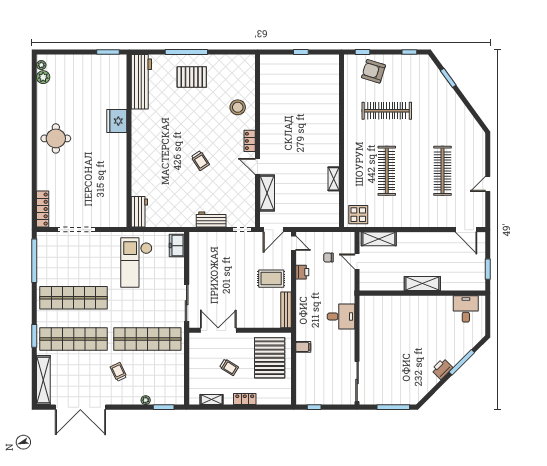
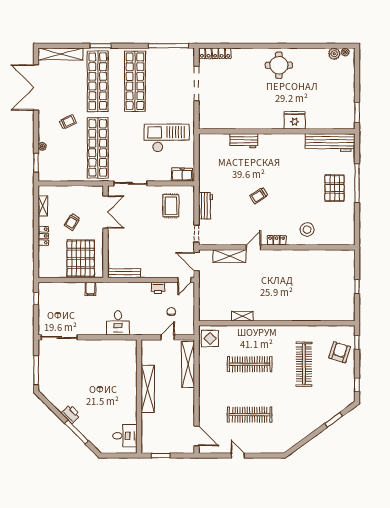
workbench: (139, 212) -> (244, 141), moved
door: (466, 230) -> (197, 436), swing flipped
shelving: (379, 239) -> (188, 364), width x1.47
rug: (271, 279) -> (171, 206), moved
shelving: (422, 284) -> (148, 389), width x1.47
pallet: (270, 358) -> (81, 258), turned 90

